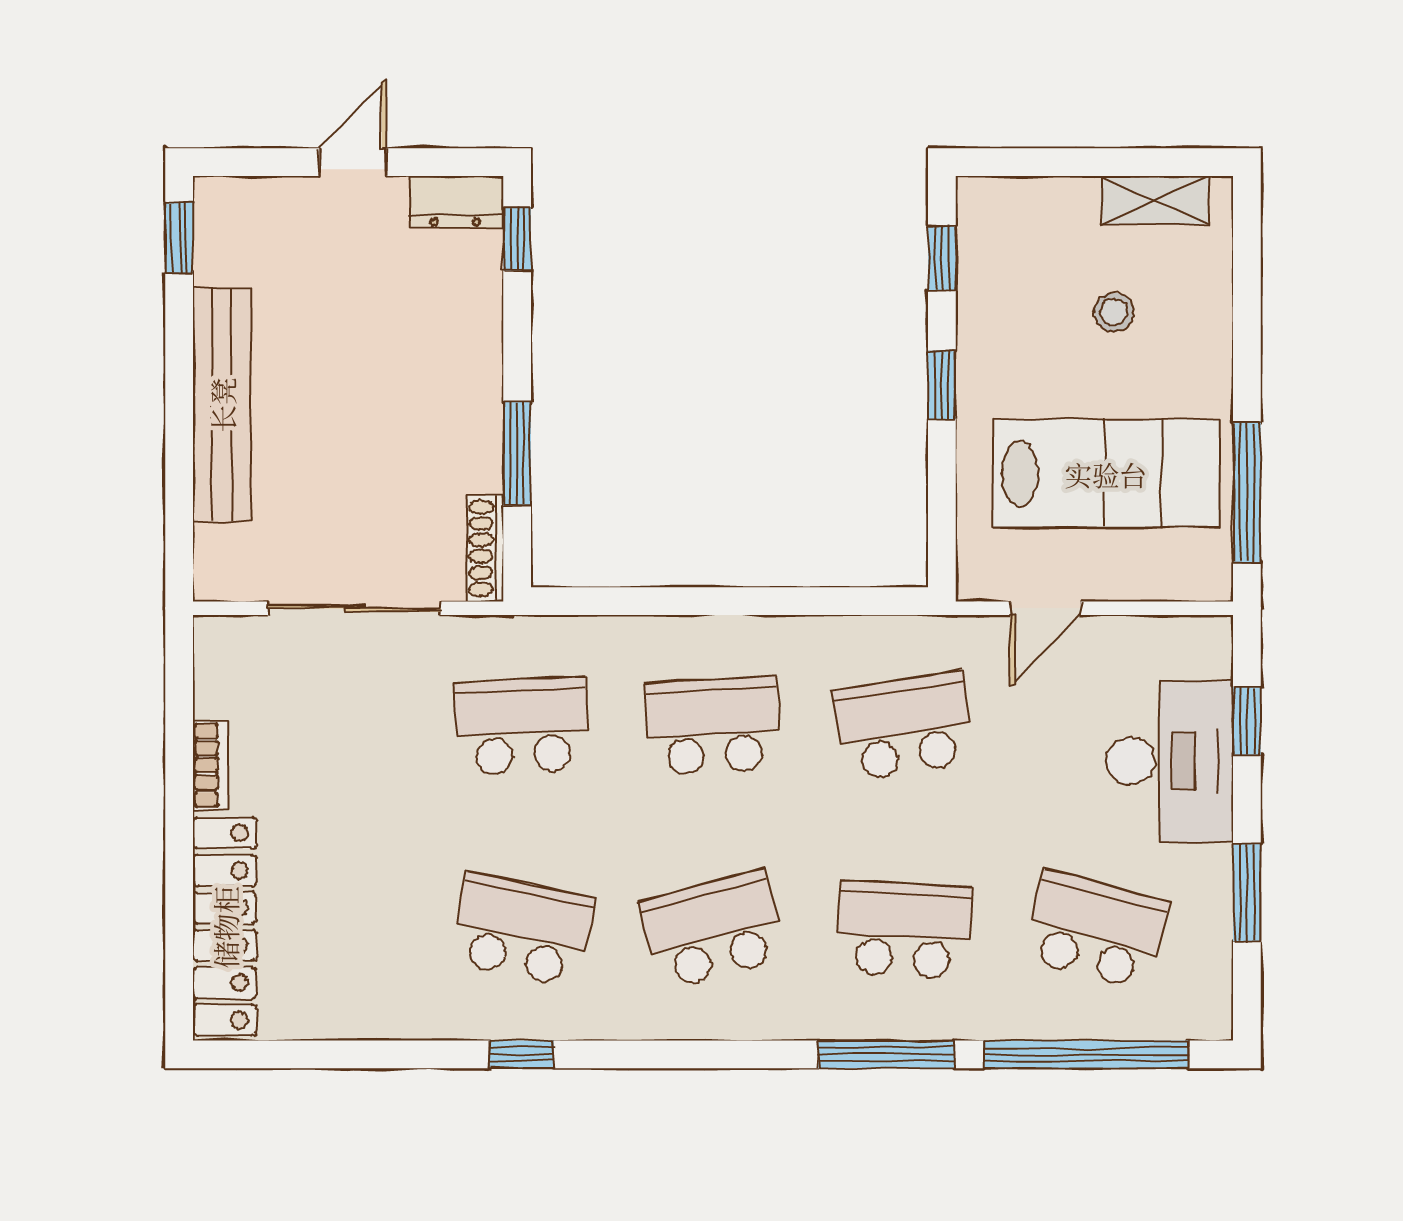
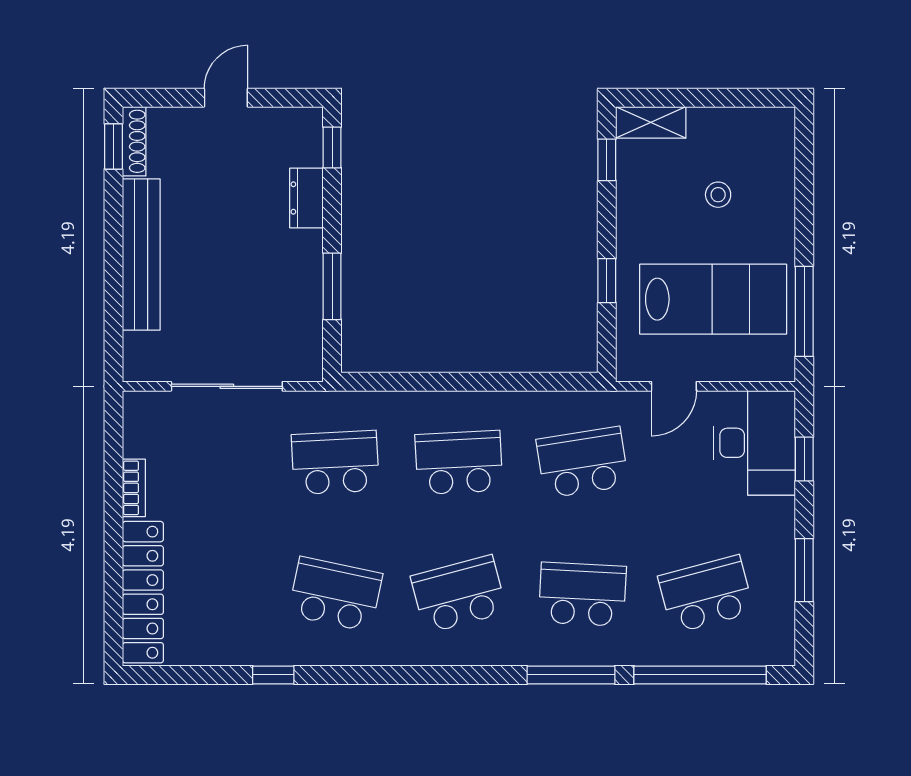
shelving: (1155, 200) -> (651, 122), moved
dresser: (455, 202) -> (306, 198), moved, turned 90
window: (942, 385) -> (607, 281), moved
shoe rack: (485, 548) -> (134, 141), moved, turned 180
desk: (1170, 761) -> (754, 443), moved
school desk: (1095, 930) -> (706, 594), turned -30
window: (522, 1054) -> (273, 675), moved

